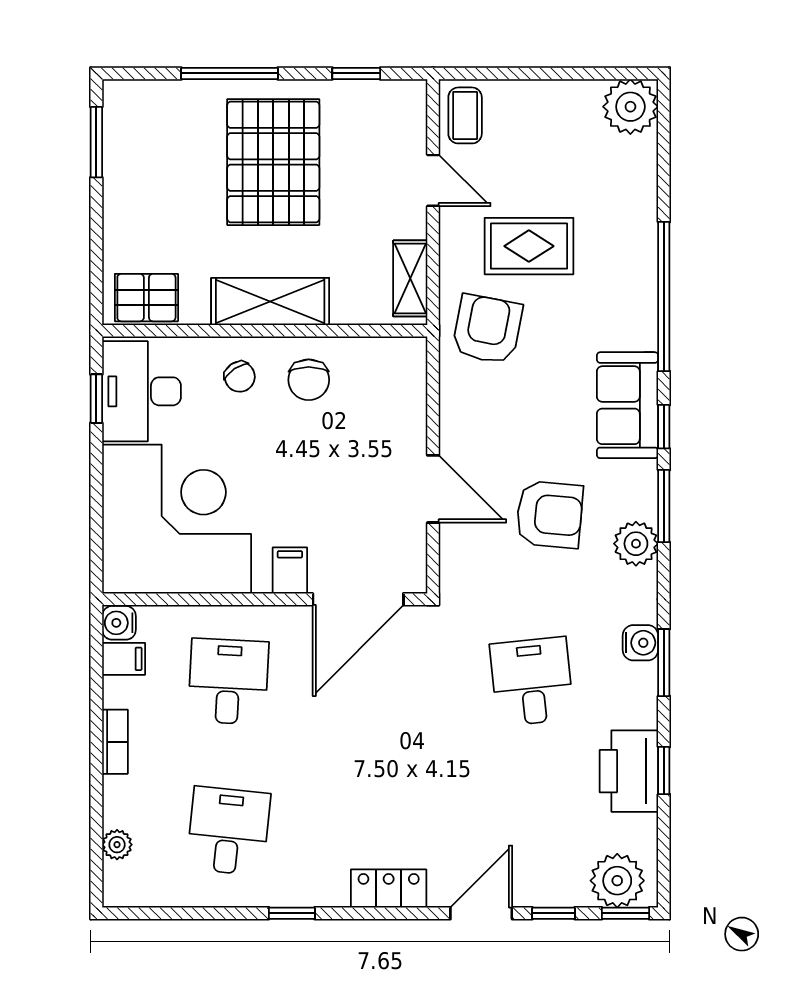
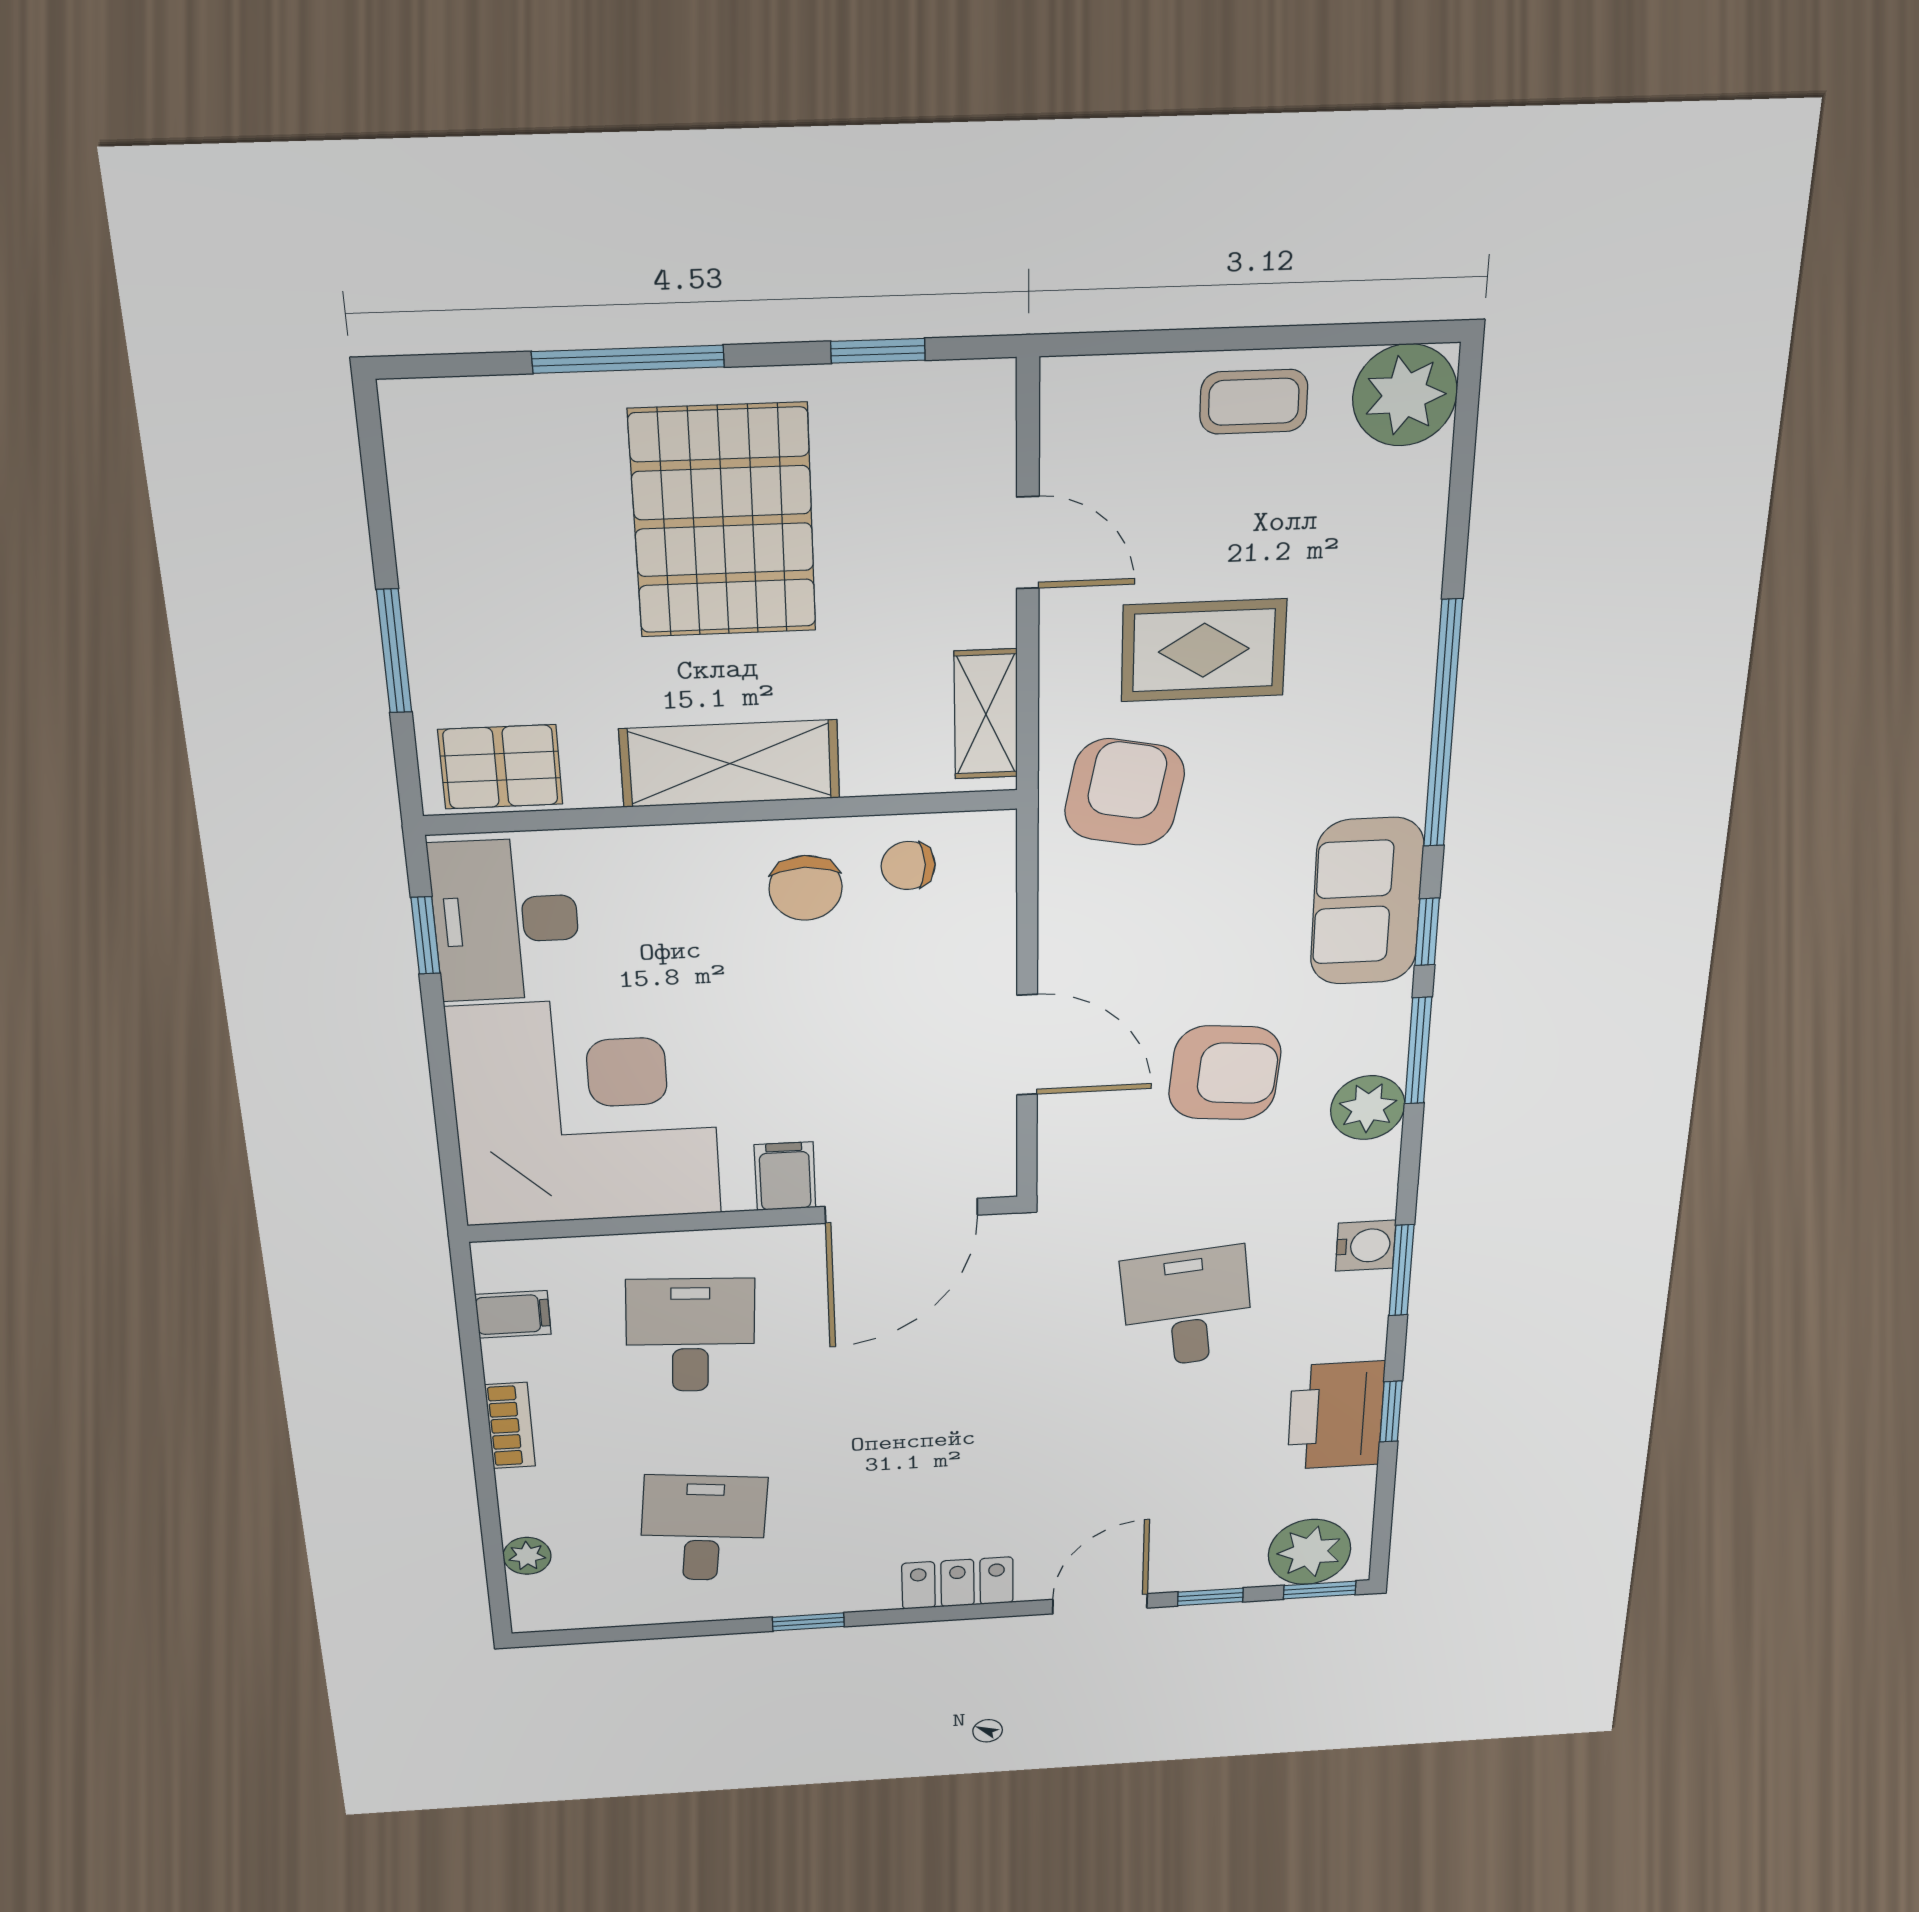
coffee table: (465, 115) -> (1254, 402), moved, turned 90
window: (96, 142) -> (394, 651), moved
chair: (240, 377) -> (908, 866), moved, turned 124
water cooler: (119, 623) -> (500, 1265), removed

